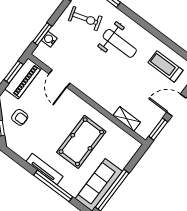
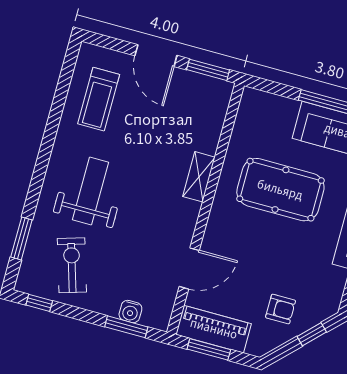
armchair: (20, 117) -> (281, 309), turned 90
shelving: (127, 119) -> (199, 177), moved

